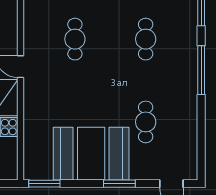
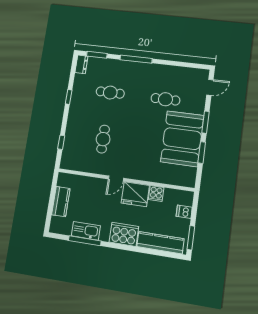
cafe table: (75, 39) -> (103, 139), turned 90
window: (44, 184) -> (202, 152), moved

